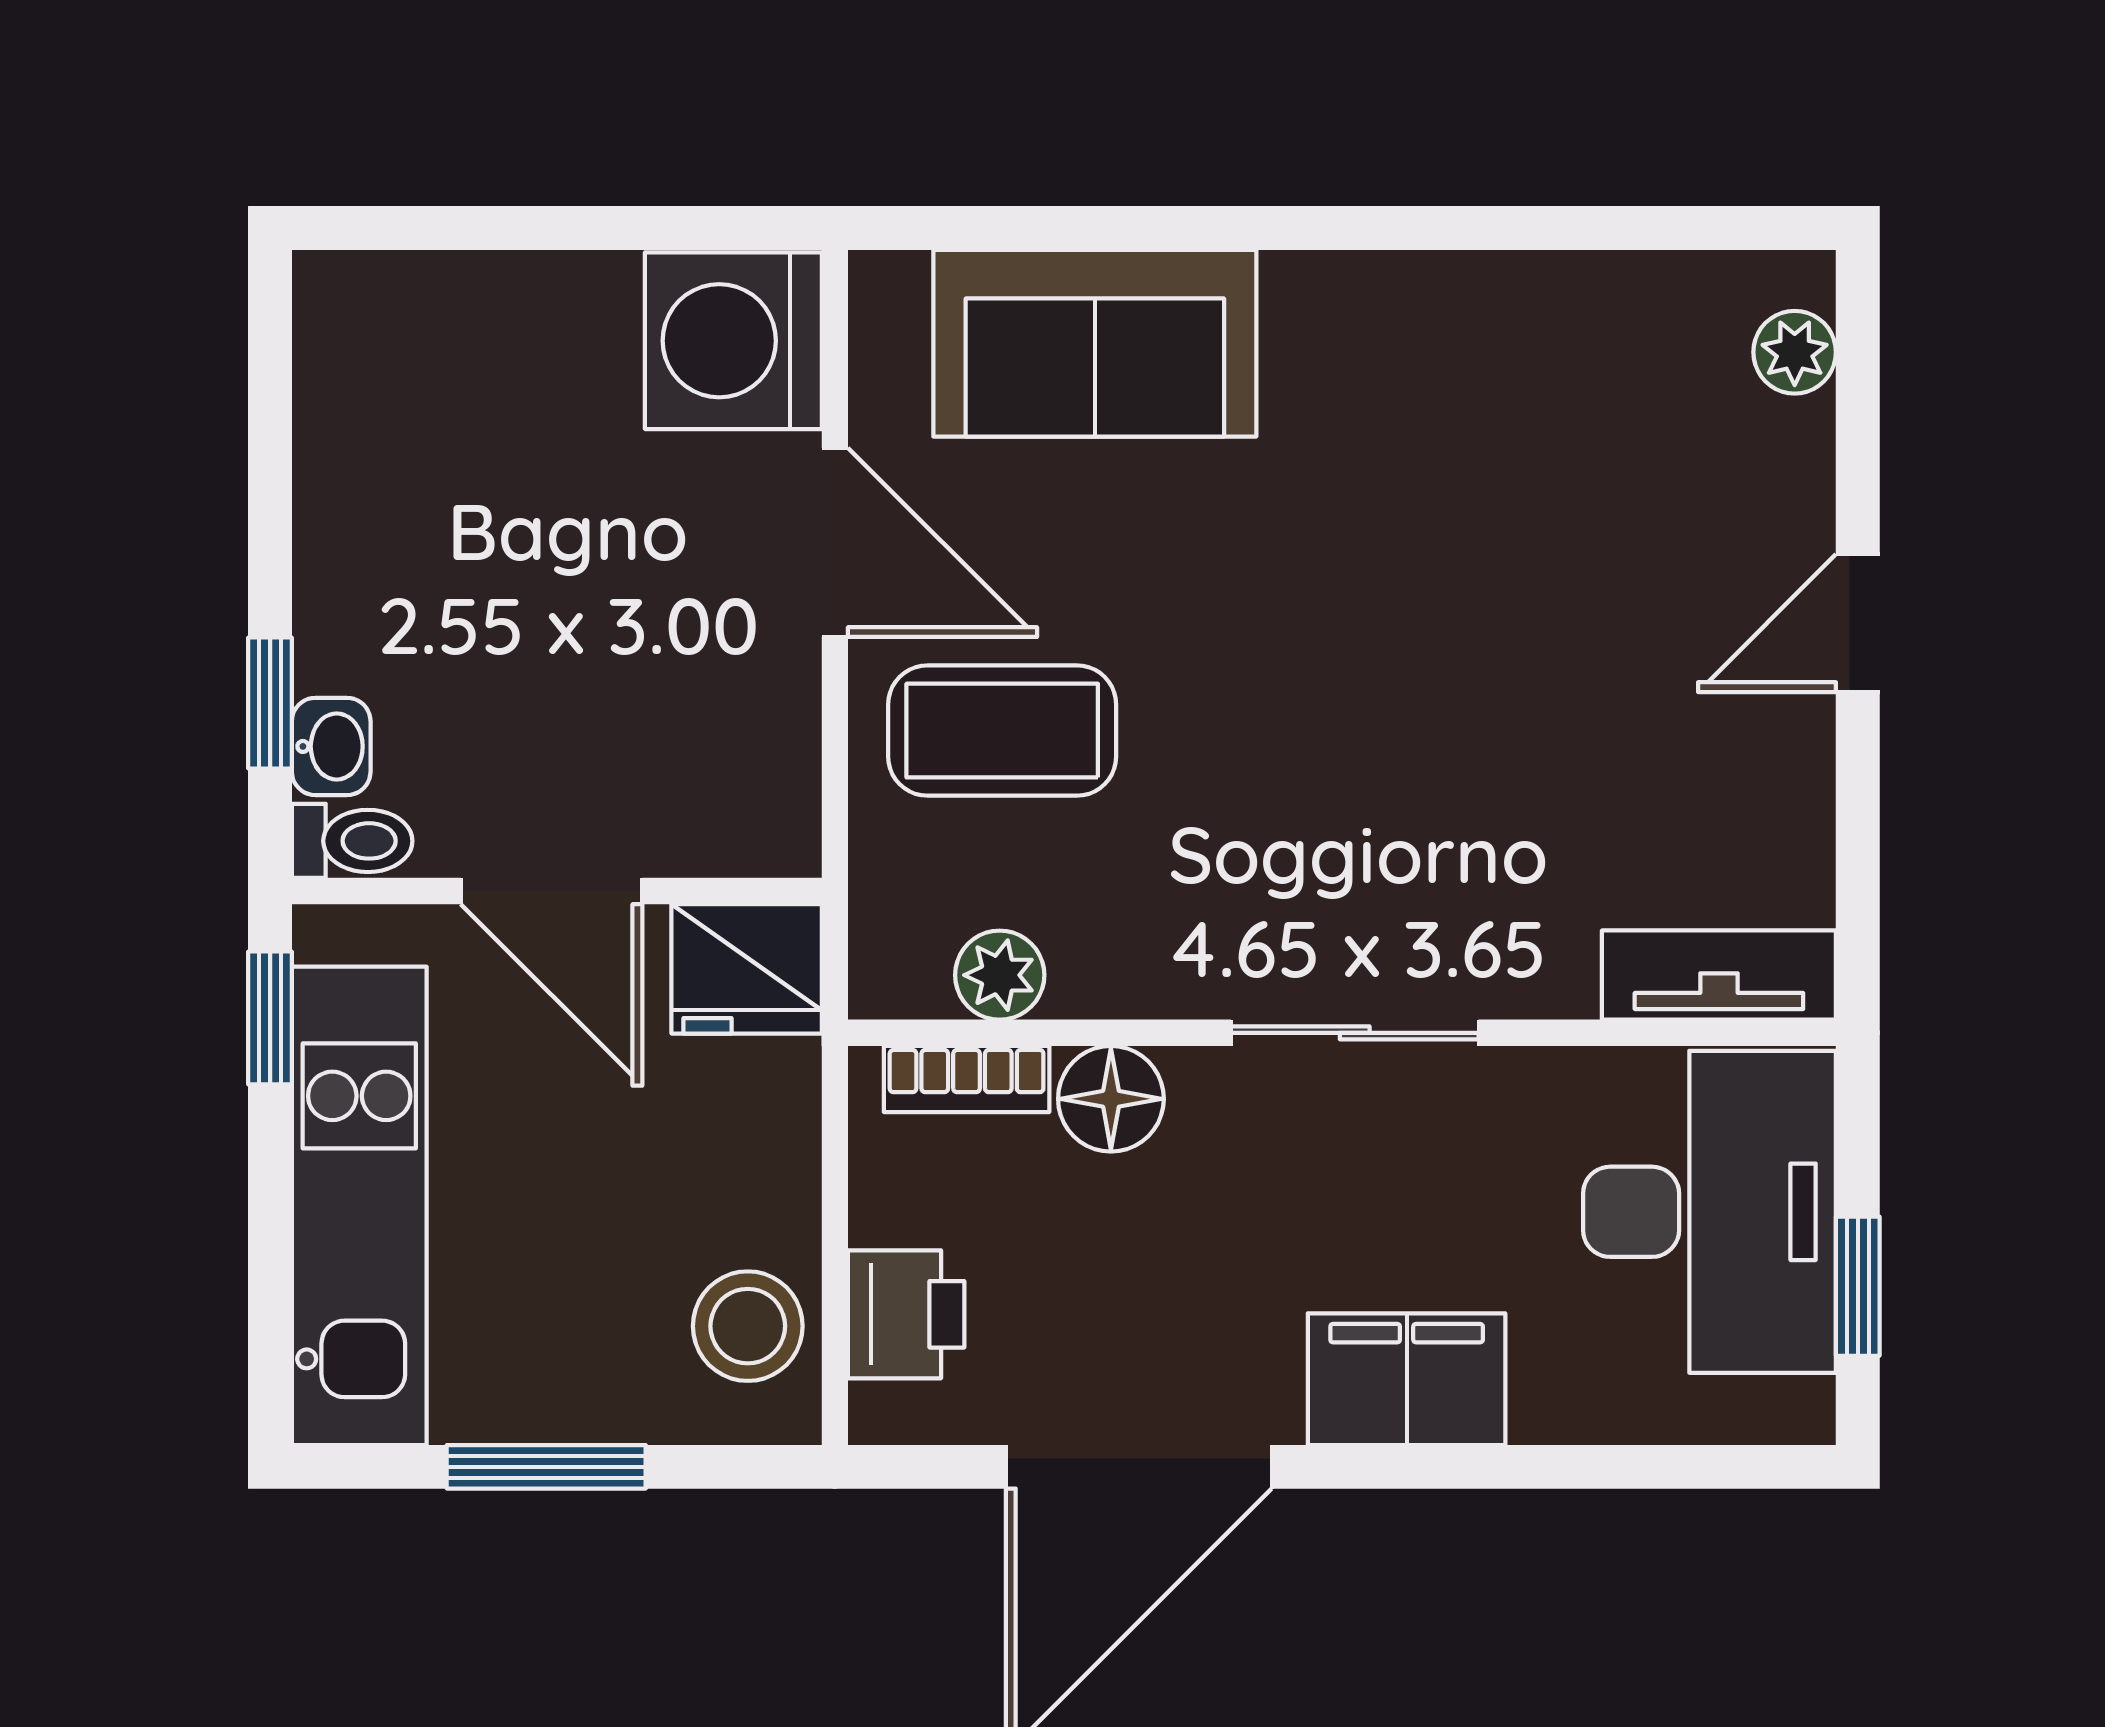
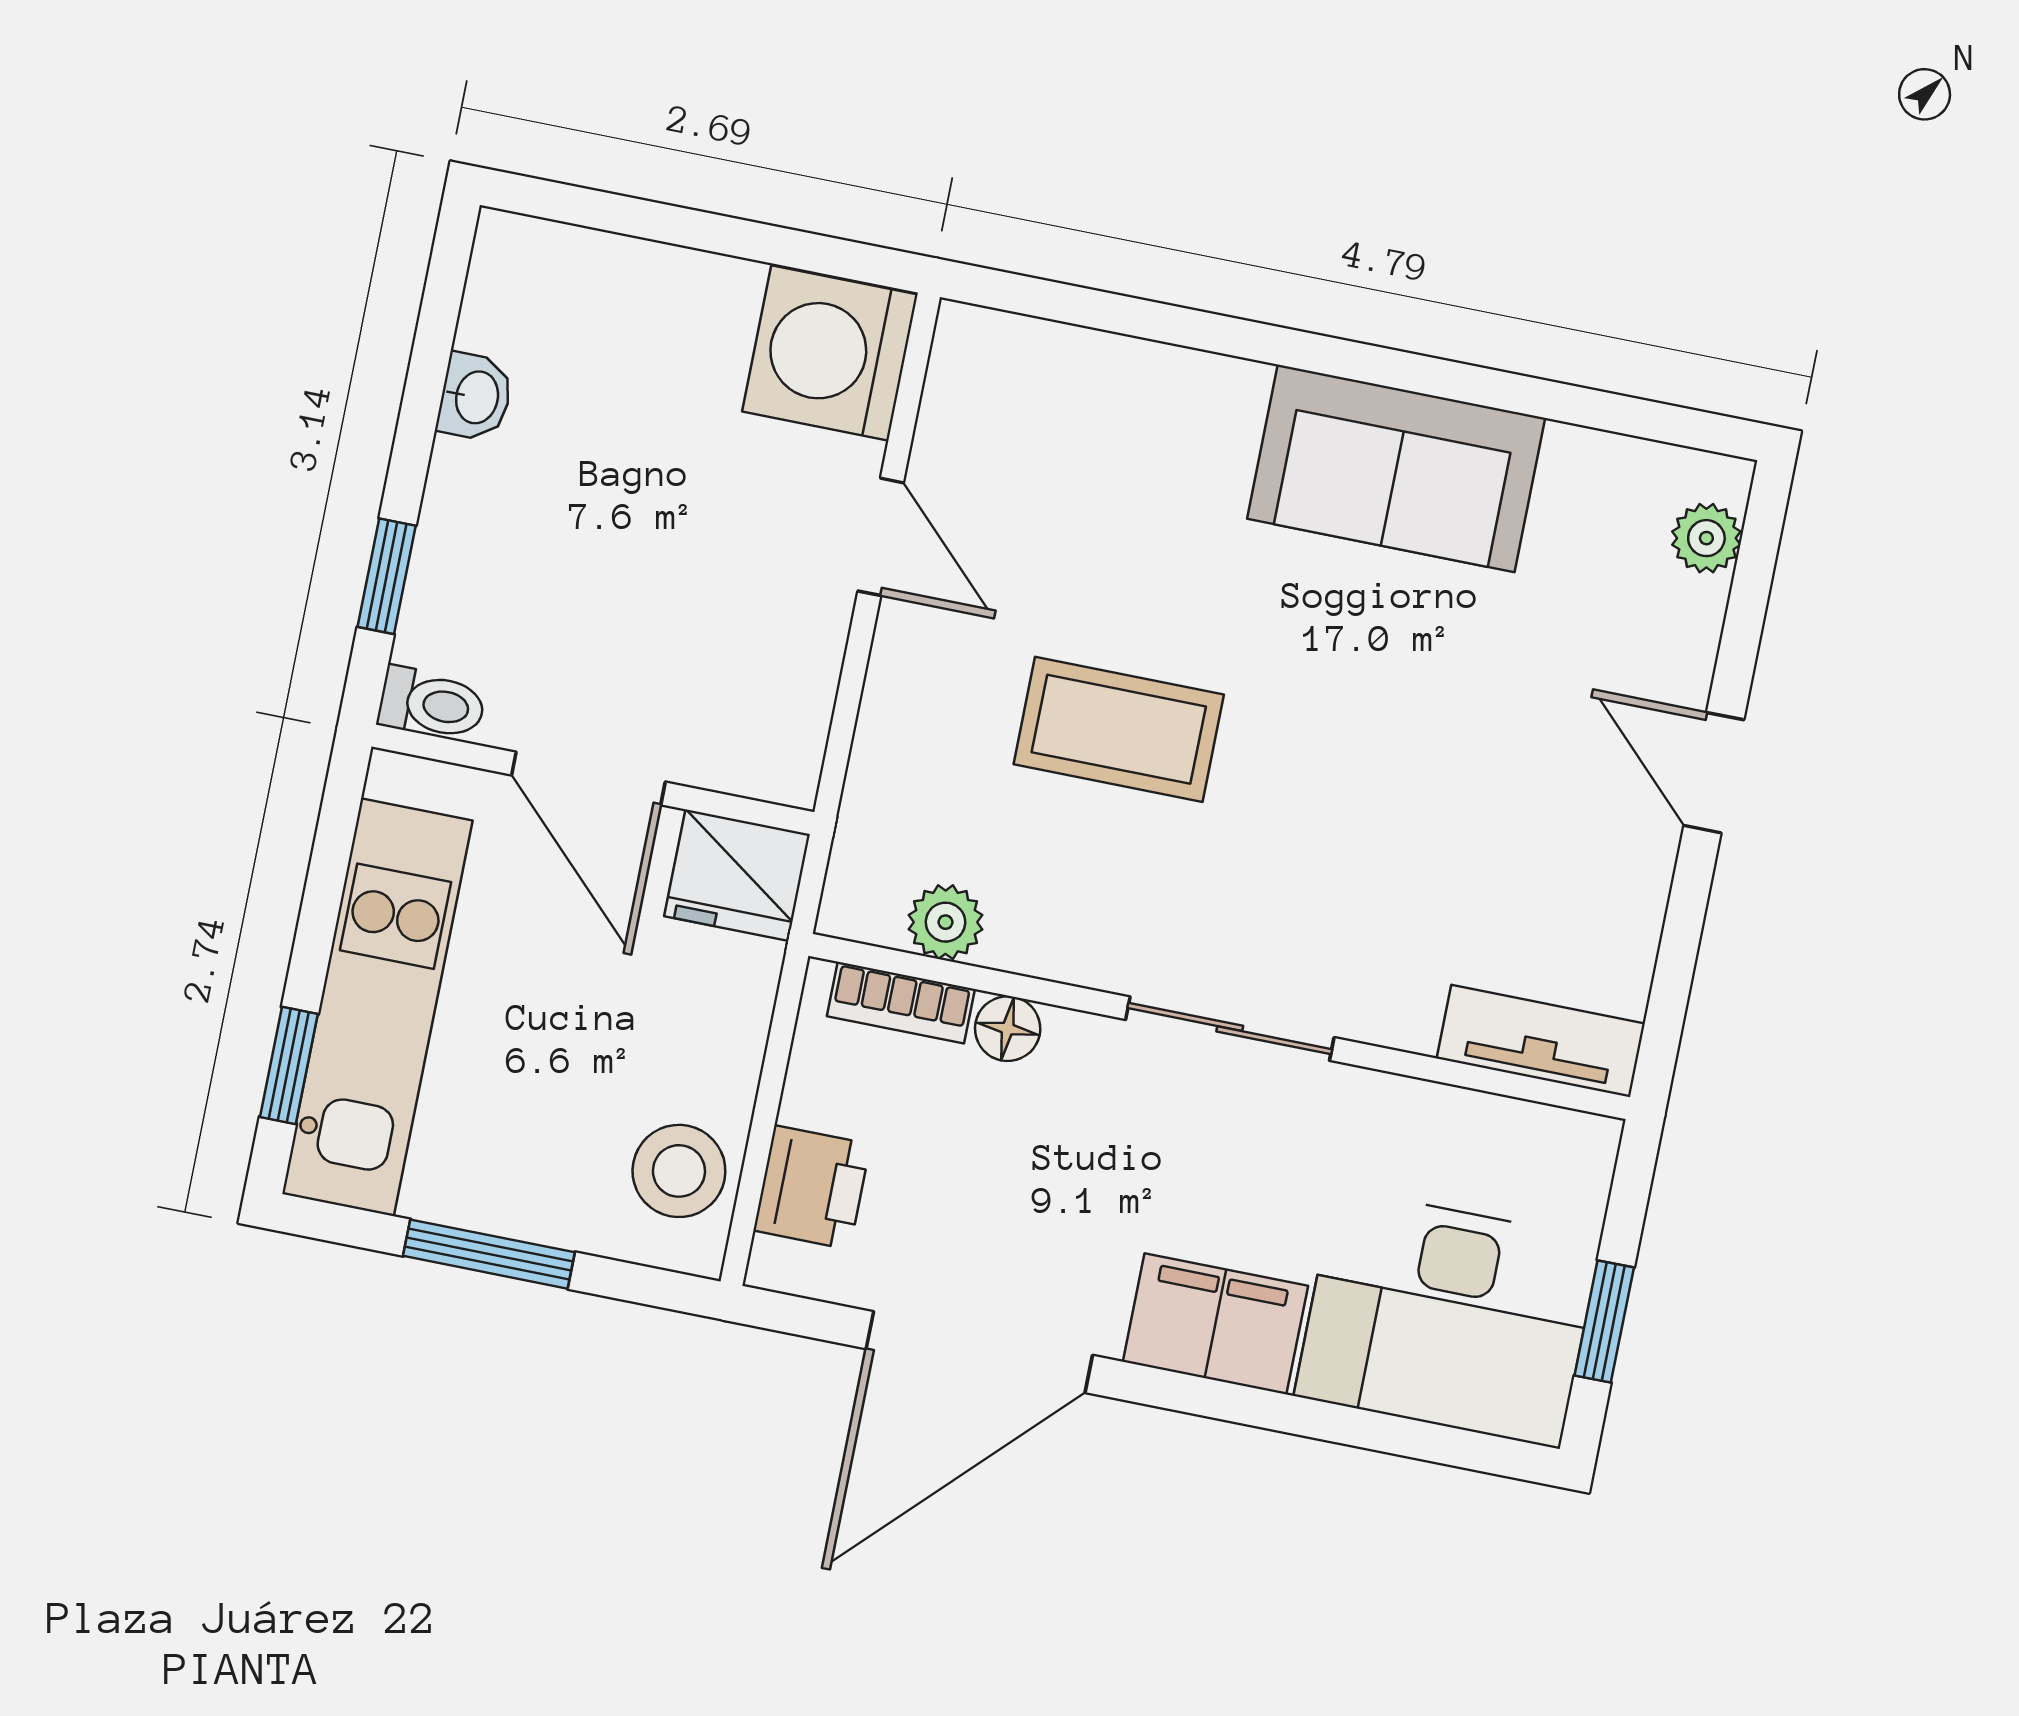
sofa: (1095, 343) -> (1396, 468), moved
door: (835, 542) -> (881, 537), width x0.73
door: (1858, 623) -> (1714, 773), hinge flipped
coffee table: (1002, 731) -> (1119, 729), moved
washbasin: (331, 746) -> (475, 397), moved
window: (270, 1018) -> (289, 1065), moved
floor lamp: (1111, 1099) -> (1008, 1029), width x0.73, depth x0.73
desk: (1709, 1212) -> (1448, 1318), moved, turned 90

